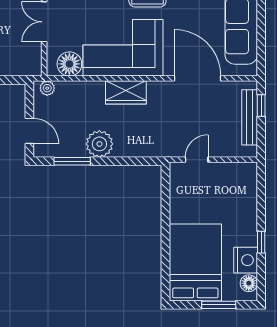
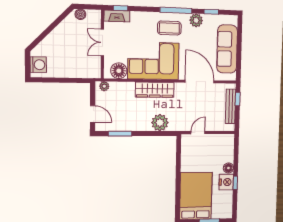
wardrobe: (126, 92) -> (155, 90), width x1.50
plant: (99, 144) -> (160, 123), moved
nightstand: (246, 260) -> (226, 182), moved
floor lamp: (249, 283) -> (228, 168), moved

